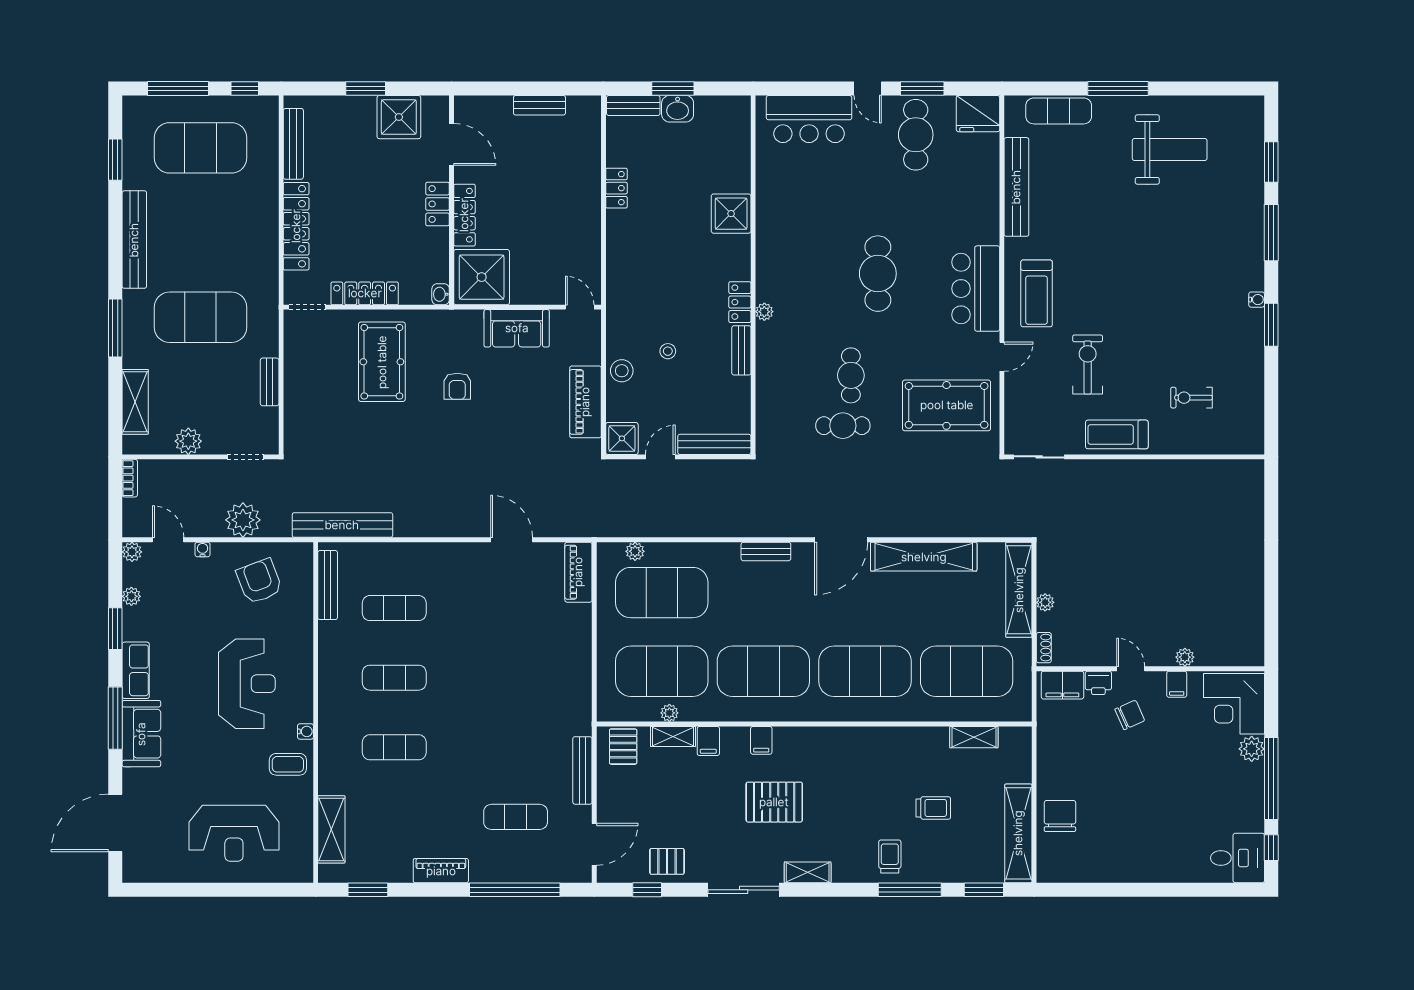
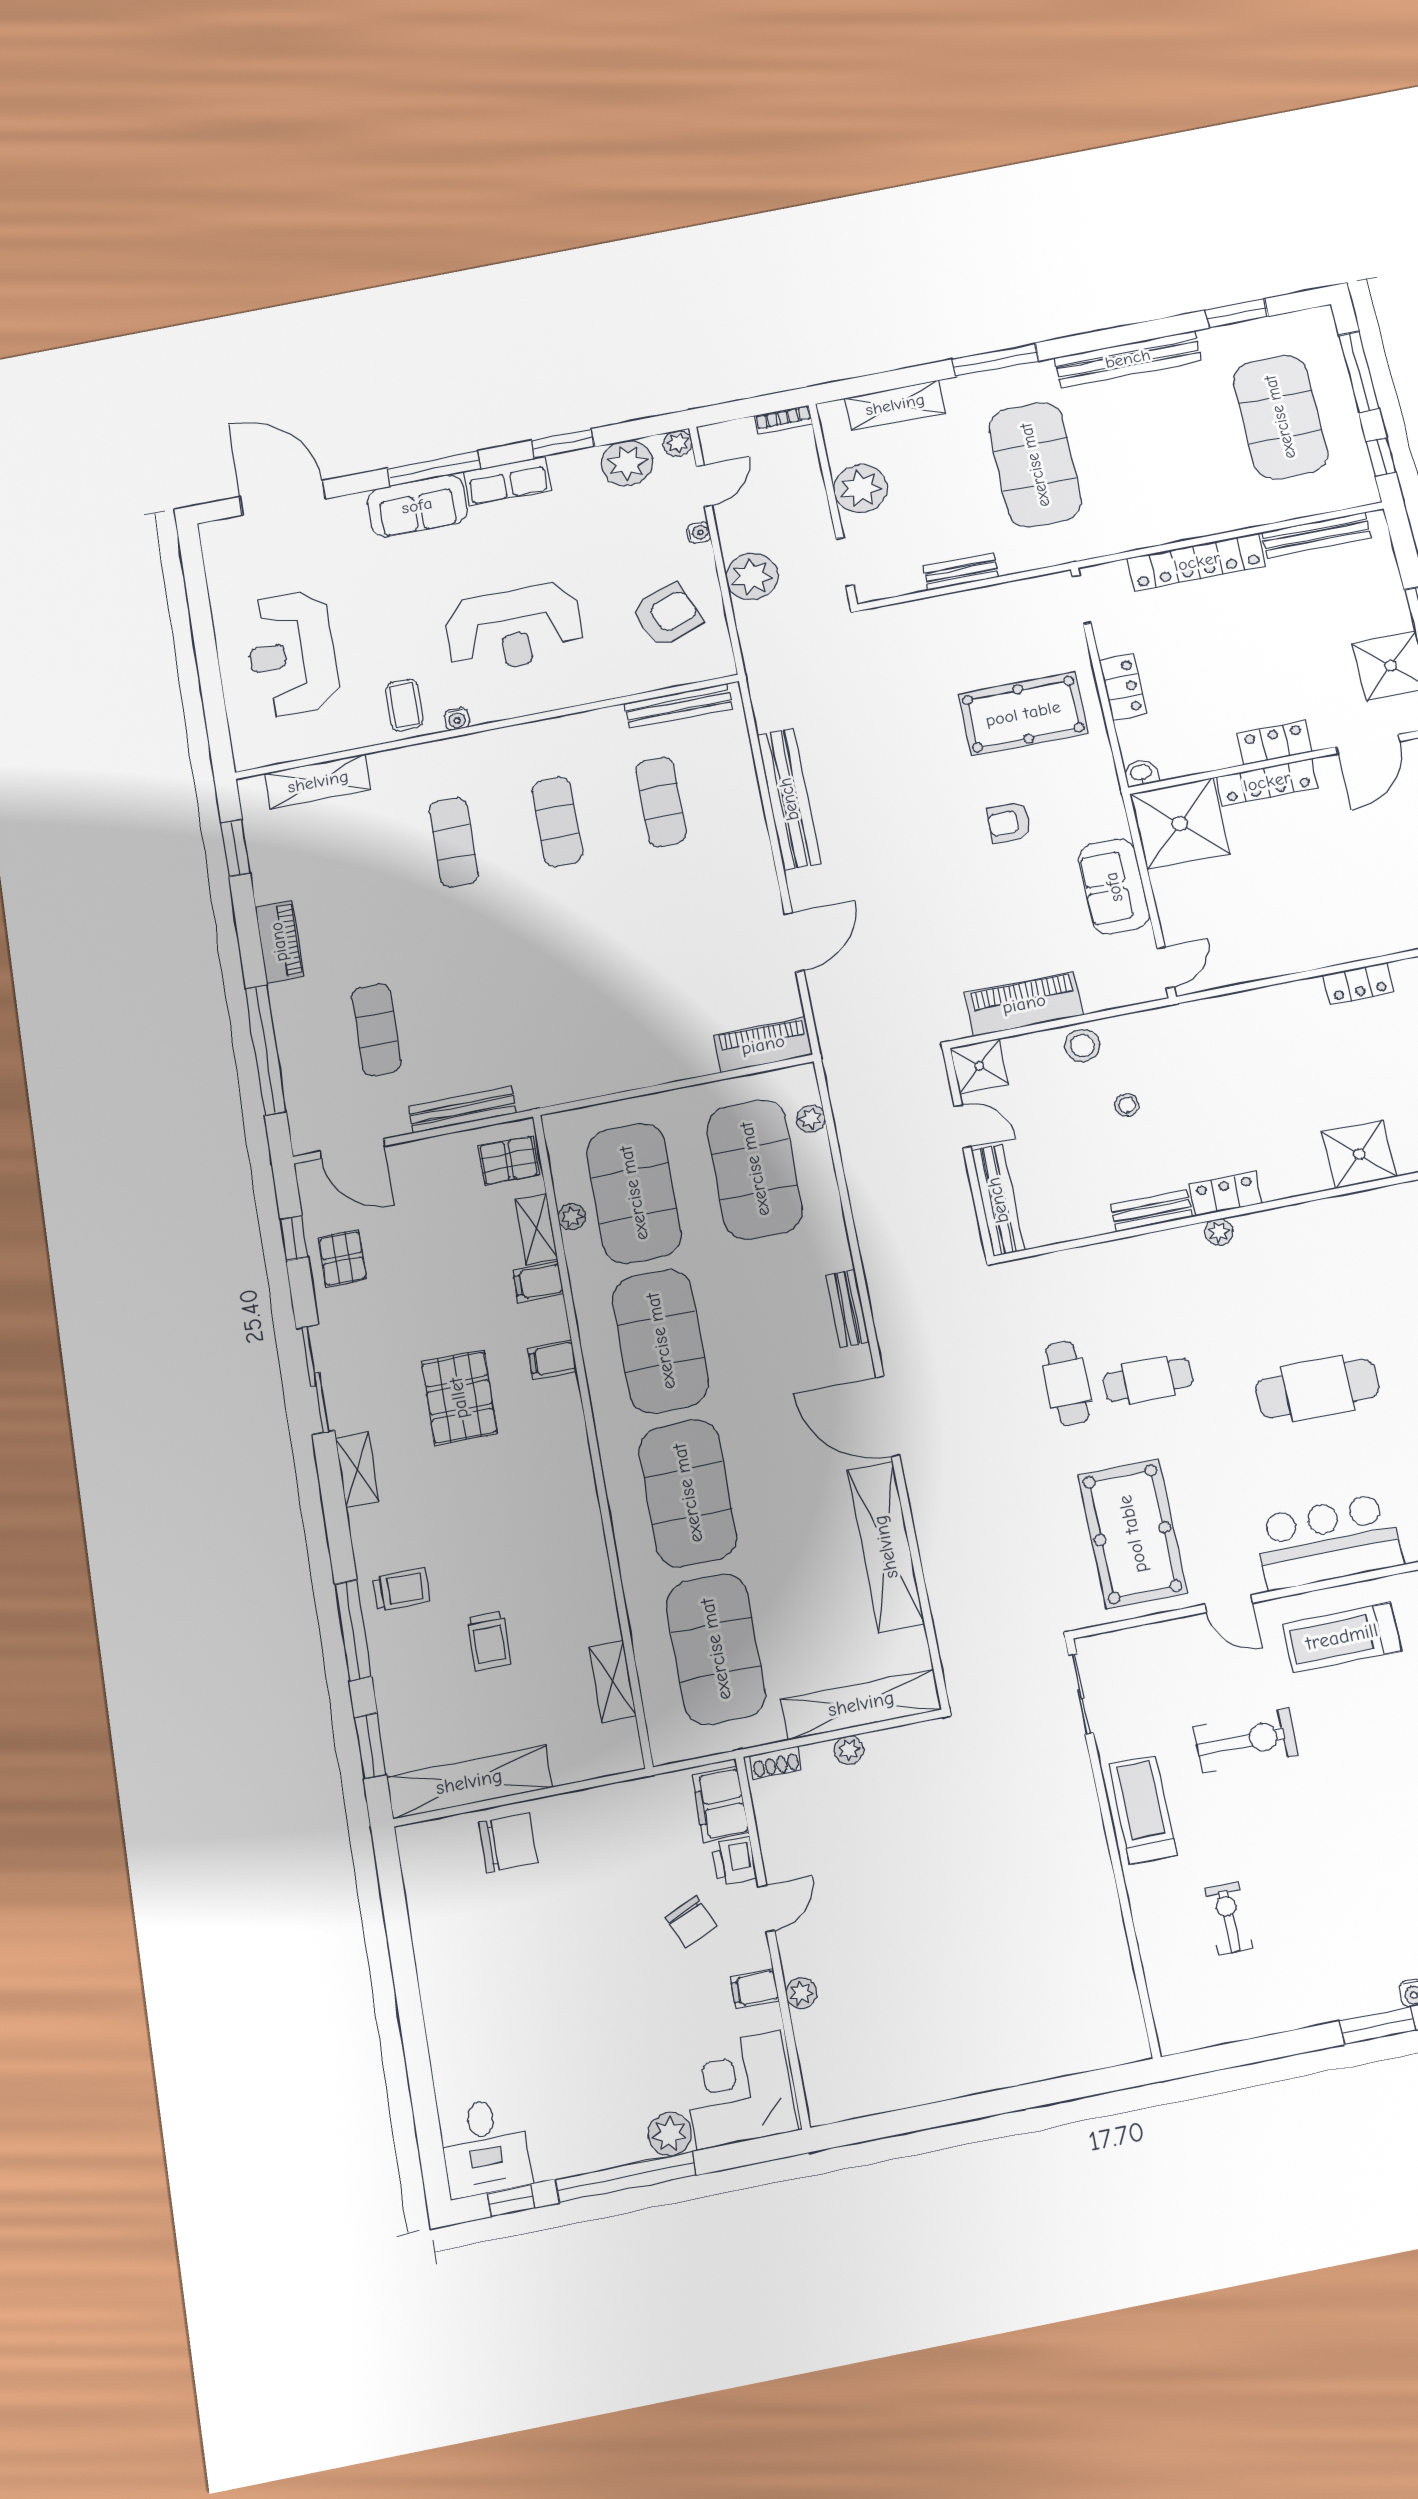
locker: (365, 293) -> (1123, 687), width x0.66
plant: (188, 441) -> (861, 489), width x1.36, depth x1.36
bench: (342, 525) -> (789, 799), moved
plant: (131, 596) -> (627, 463), width x1.87, depth x1.87

